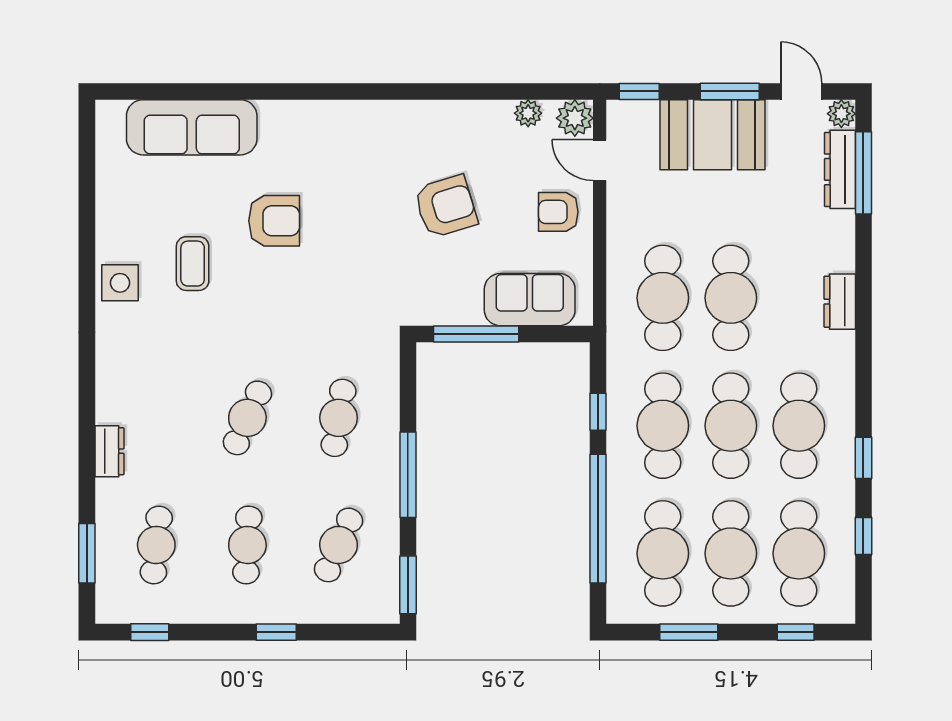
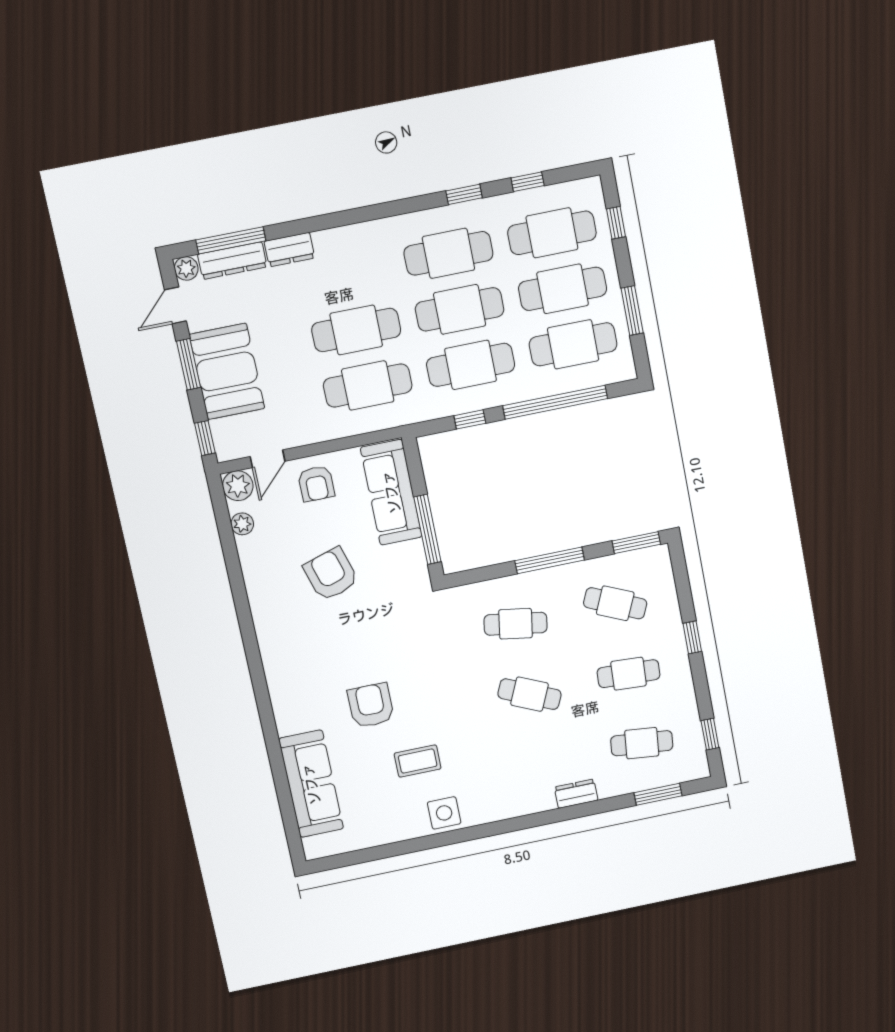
sofa: (530, 300) -> (391, 492), width x1.36
dresser: (840, 302) -> (289, 250), moved

